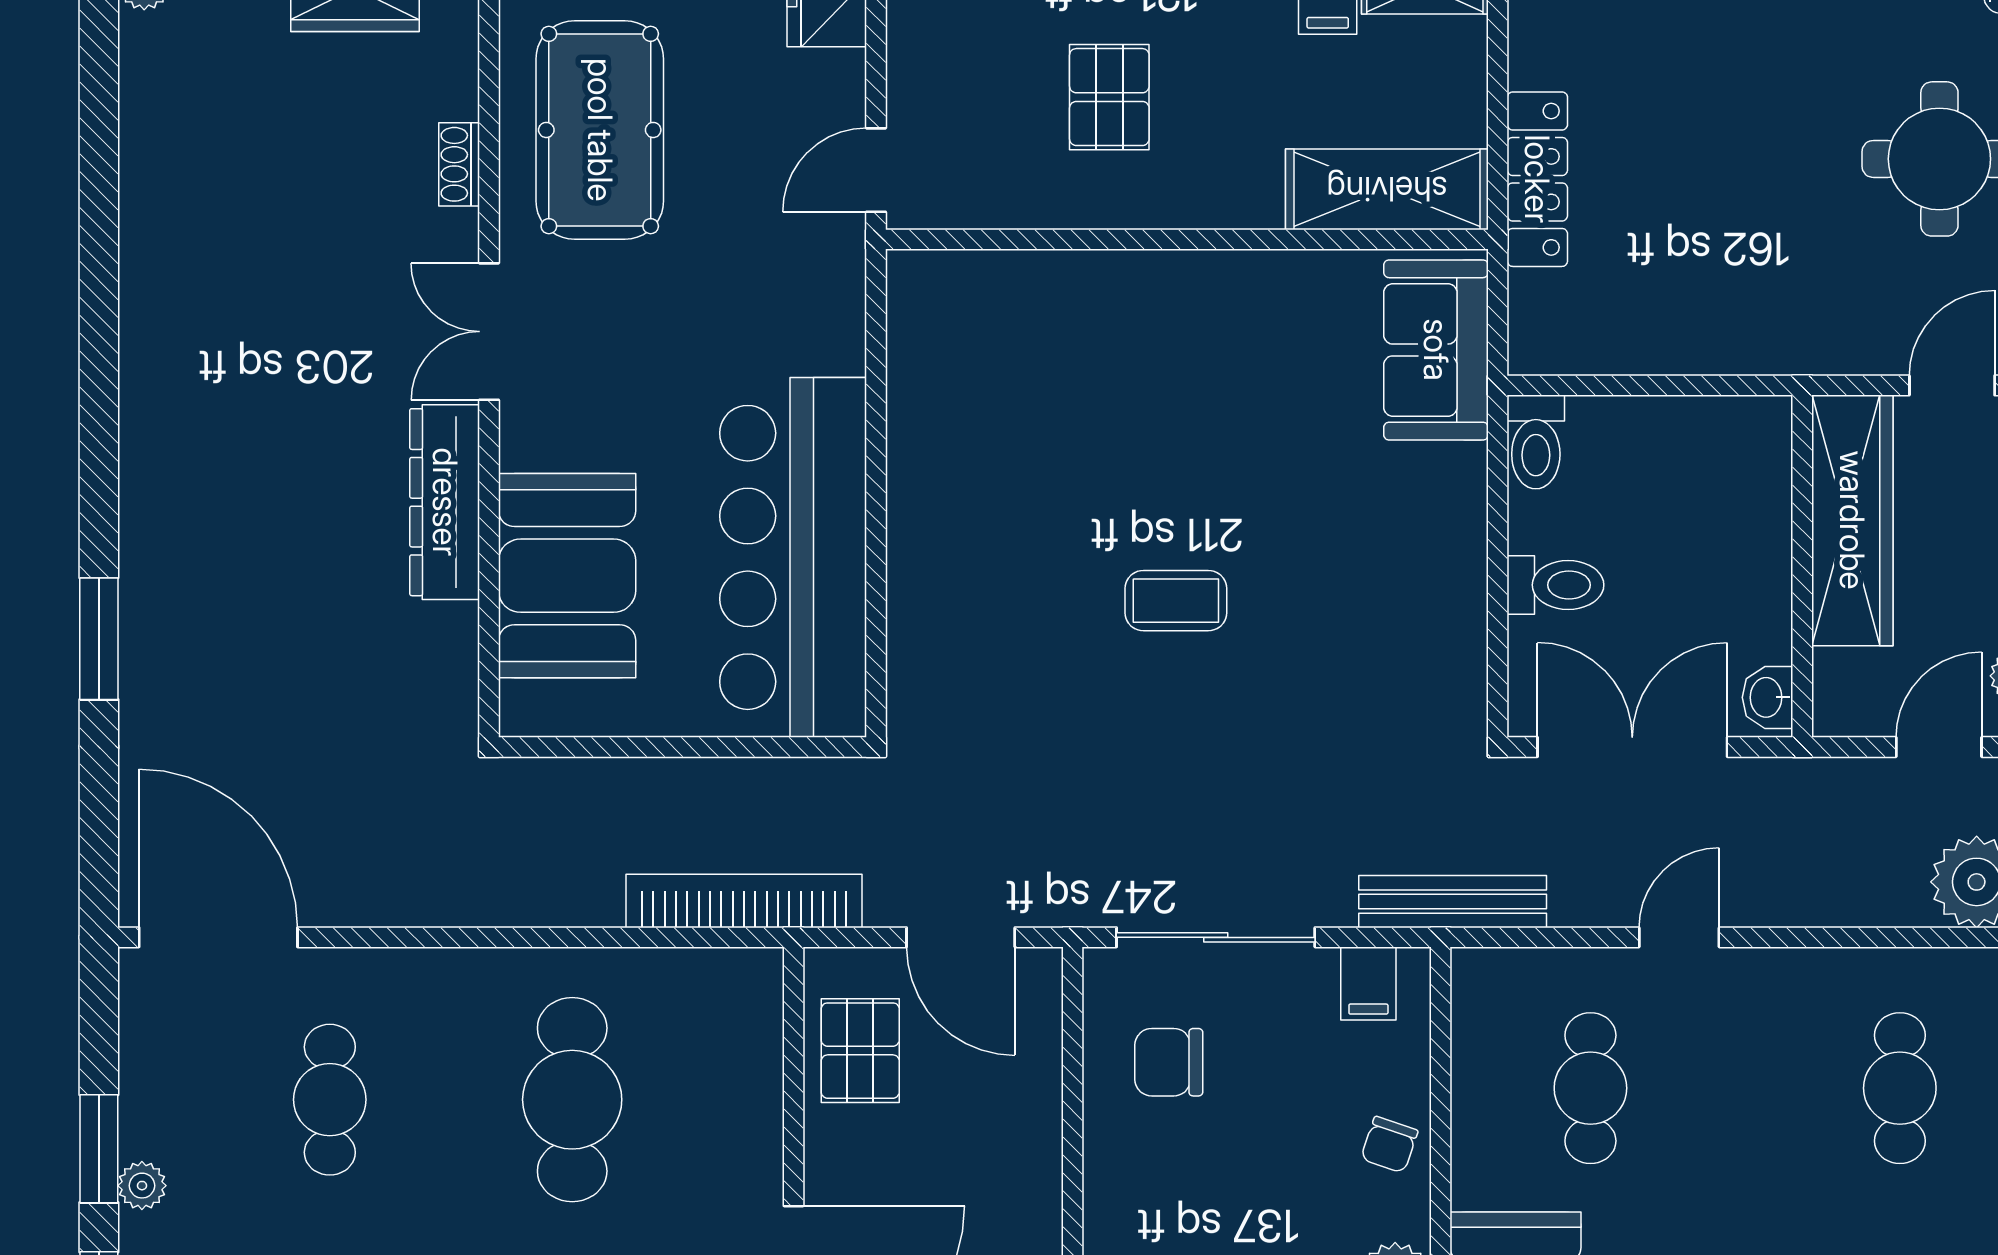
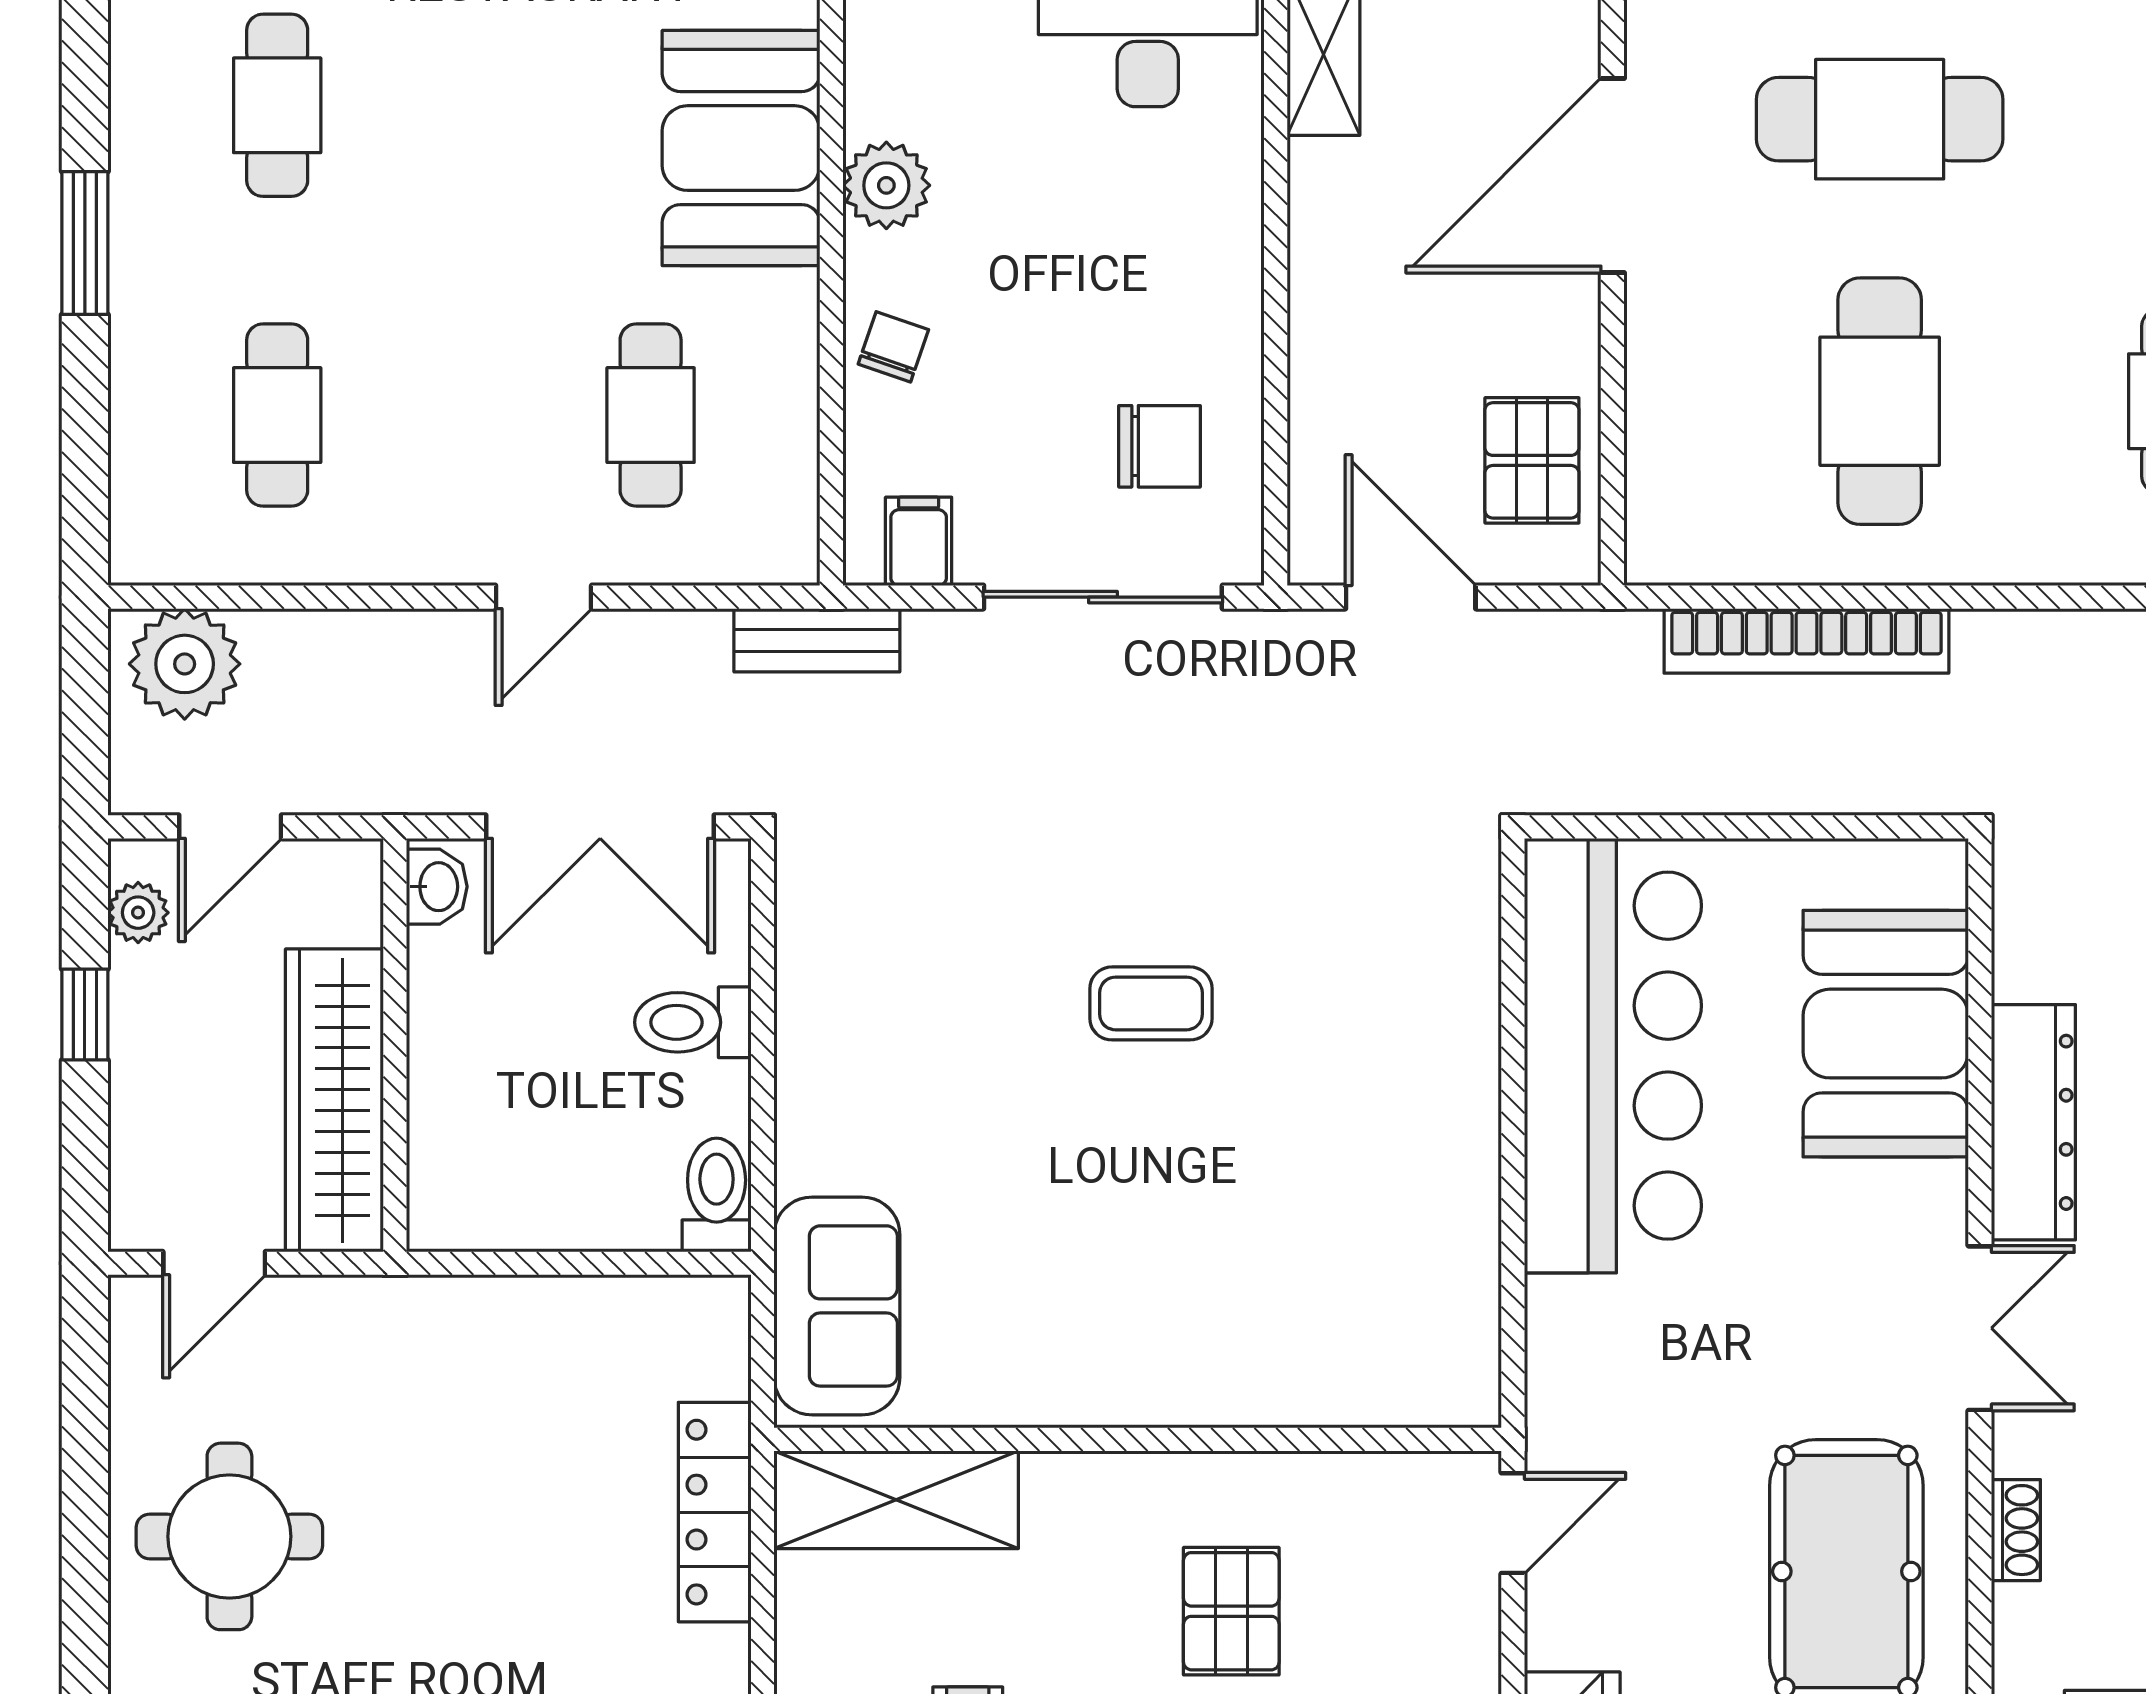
bookcase: (744, 901) -> (1806, 641), moved
bench: (1453, 902) -> (817, 640), width x0.73

